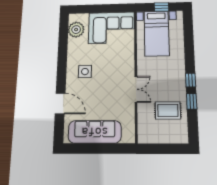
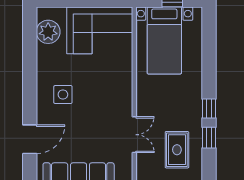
double door: (136, 89) -> (134, 135), moved
door: (60, 103) -> (30, 139), hinge flipped
rug: (168, 110) -> (177, 150), turned 90

